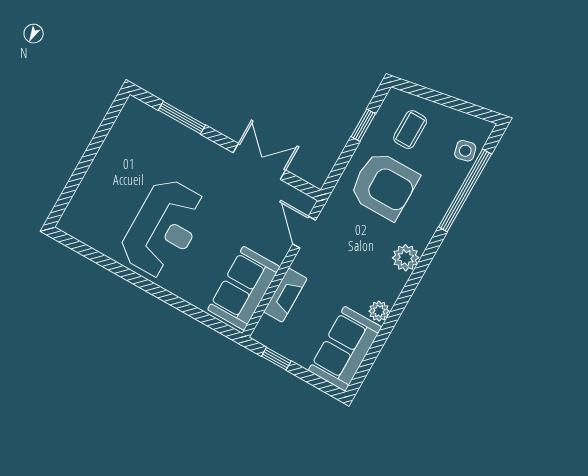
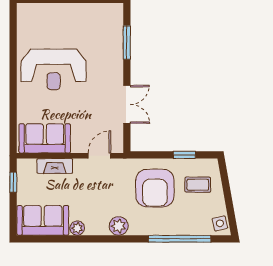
side table: (465, 151) -> (220, 223), moved

